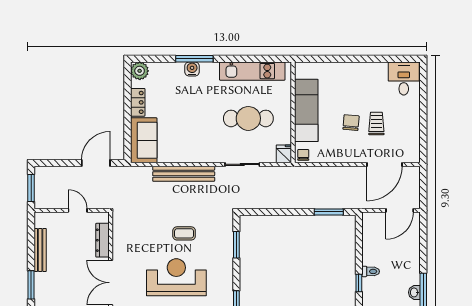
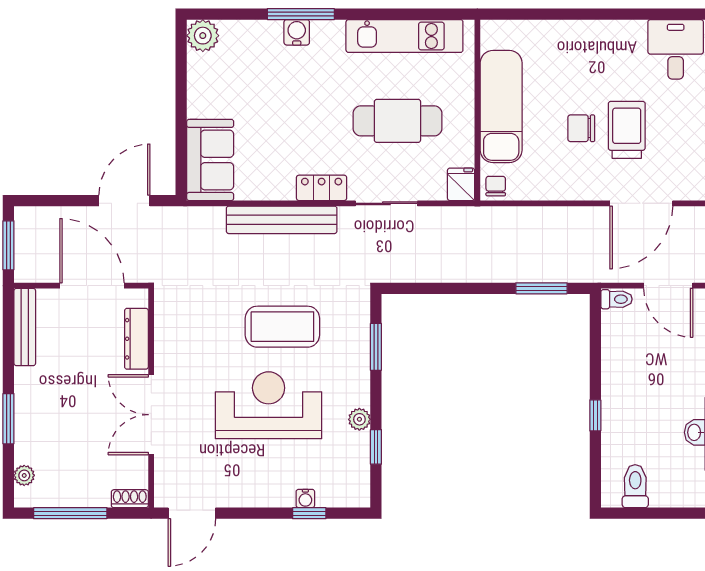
locker: (138, 102) -> (322, 188), moved, turned -90
chair: (351, 123) -> (581, 128), turned -95
trolley: (376, 123) -> (627, 130), width x1.36, depth x1.39
door: (78, 210) -> (92, 286), width x1.88
door: (400, 210) -> (668, 286), hinge flipped
coffee table: (184, 233) -> (282, 327), width x1.86, depth x1.72
bench: (40, 250) -> (25, 327), moved
toilet: (371, 271) -> (616, 299), moved
plant: (227, 285) -> (359, 419), added

